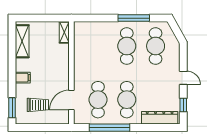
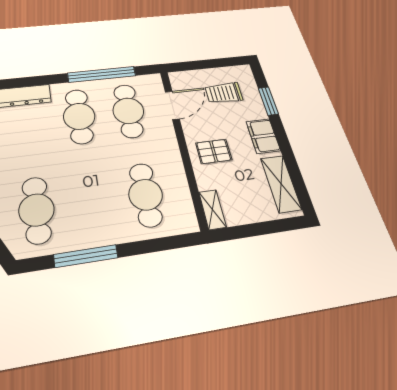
cafe table: (127, 46) -> (146, 195), moved
pallet: (55, 66) -> (214, 151), added
filing cabinet: (23, 78) -> (263, 136), width x2.00
window: (12, 108) -> (268, 101), moved

